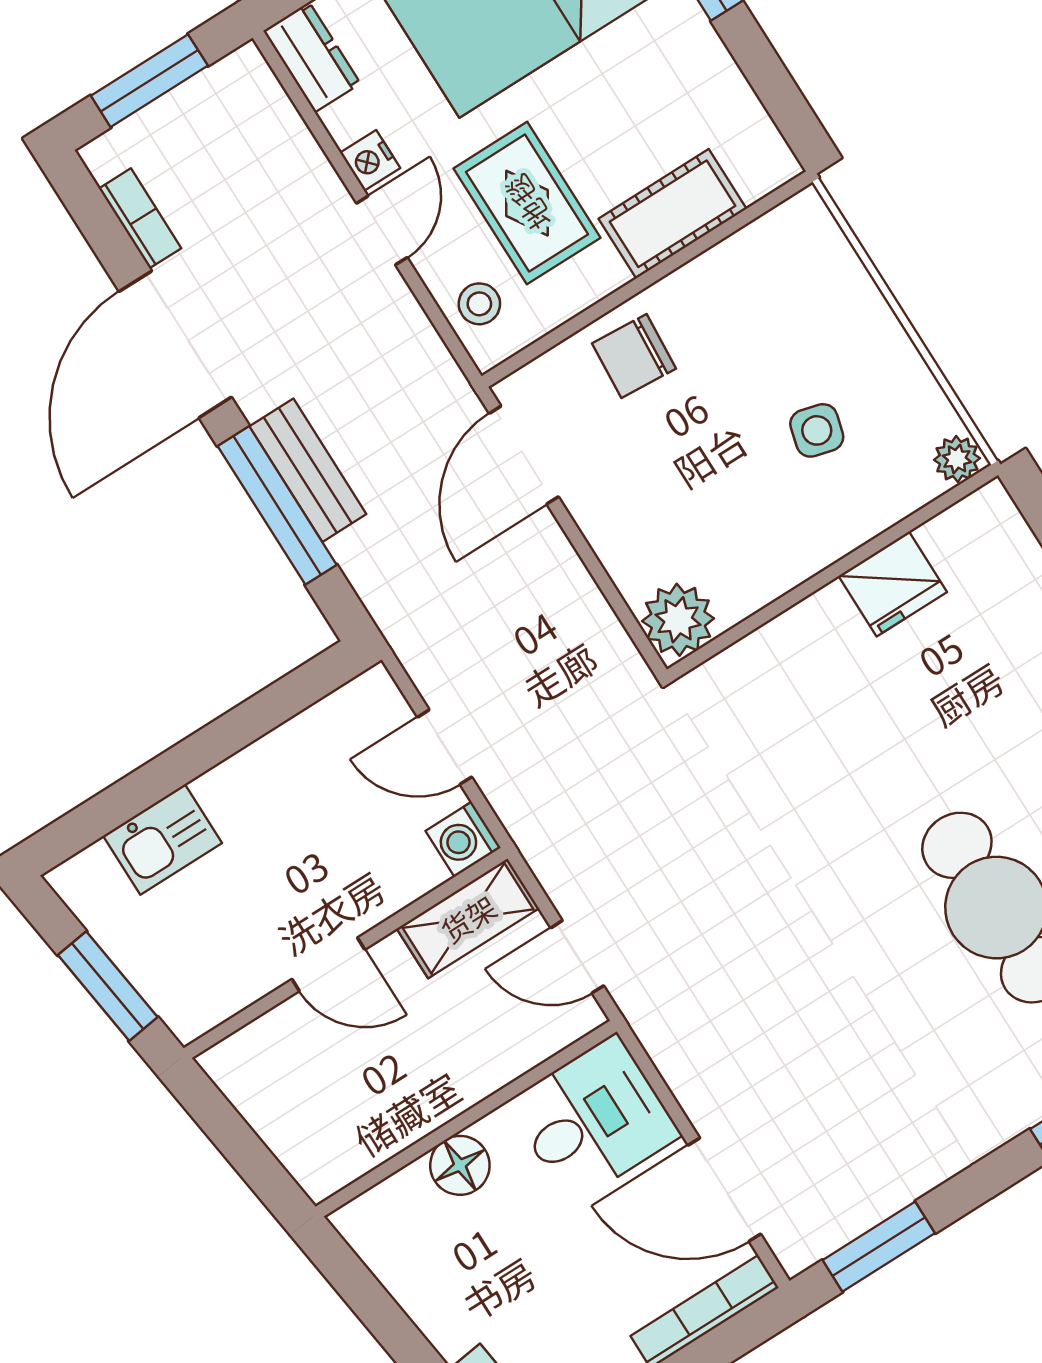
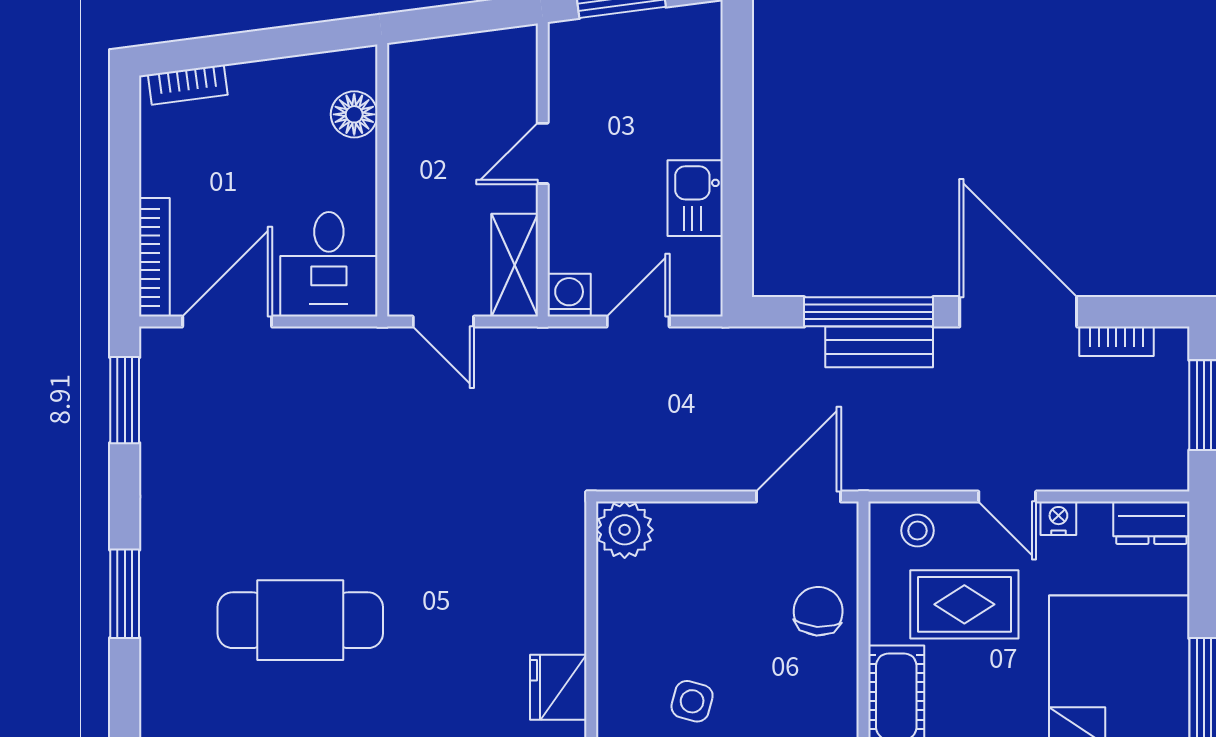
door: (524, 455) -> (799, 497), hinge flipped
kitchen sink: (163, 839) -> (695, 198), moved
door: (577, 957) -> (443, 322), swing flipped
floor lamp: (460, 1165) -> (354, 114), moved

